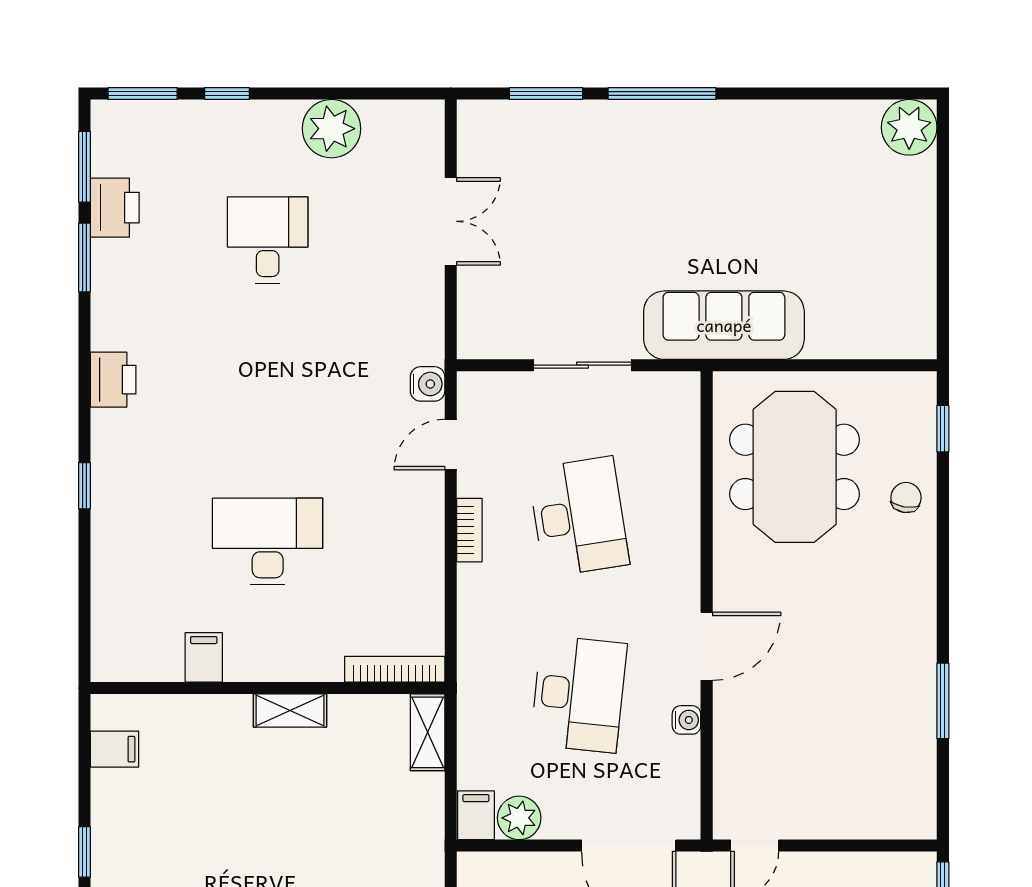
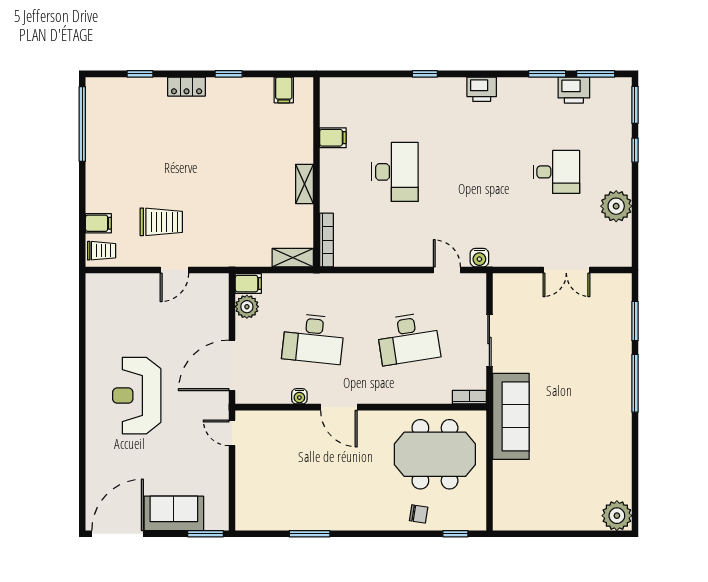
bookcase: (469, 530) -> (469, 397), moved, turned 180

